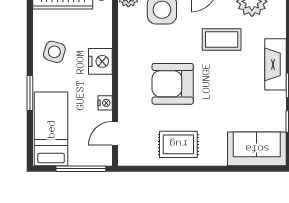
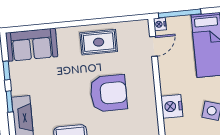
nightstand: (105, 103) -> (160, 24), moved

